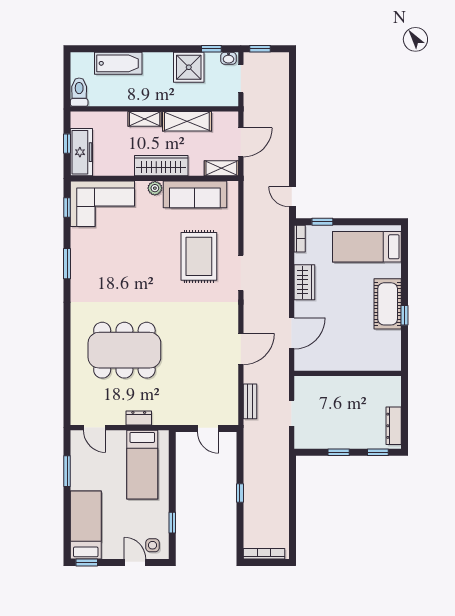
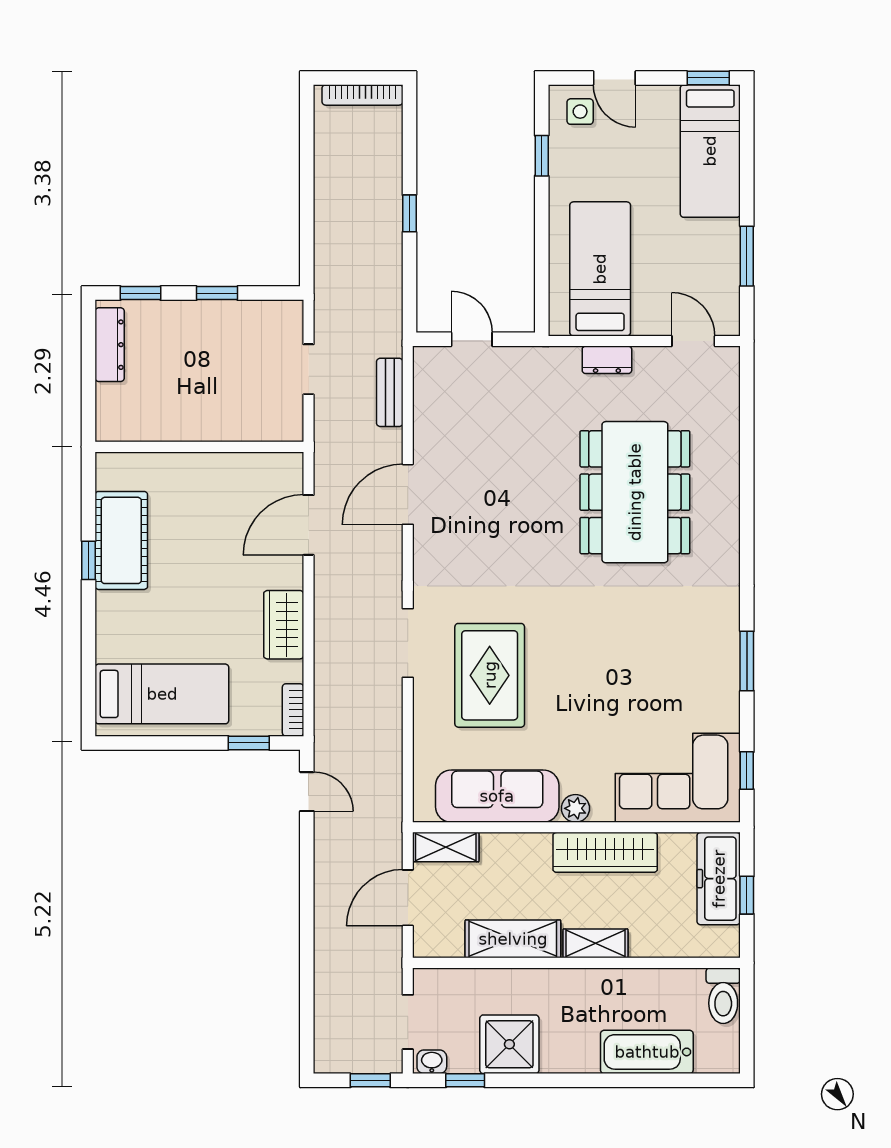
wardrobe: (161, 166) -> (605, 852), moved
cot: (388, 304) -> (121, 540), moved
dining table: (124, 350) -> (635, 492), turned 90

